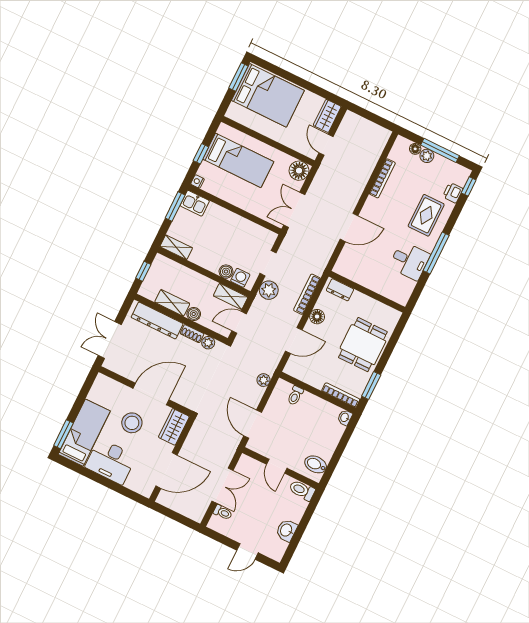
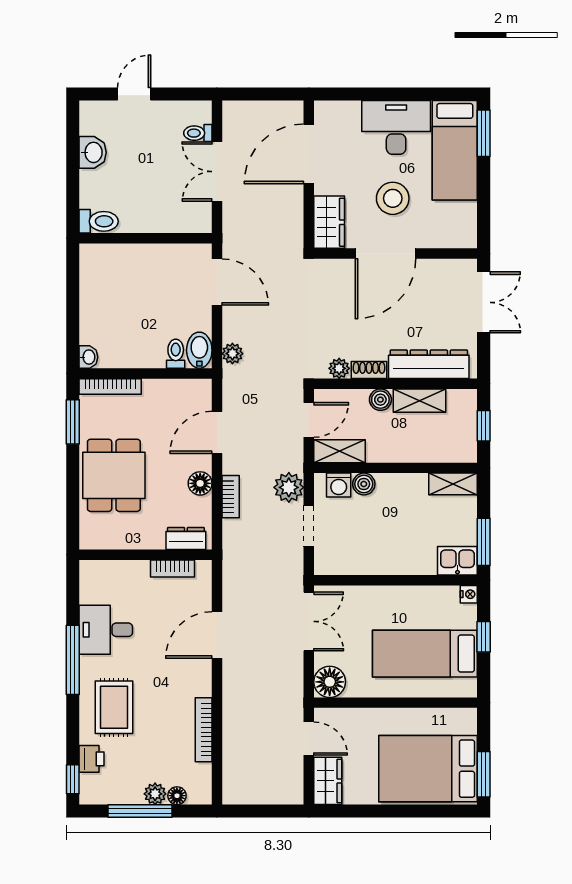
bookcase: (356, 277) -> (172, 568), added
bookcase: (307, 294) -> (231, 497), width x0.64
bidet: (316, 464) -> (199, 350), moved, turned -90
door: (277, 466) -> (152, 238), removed

